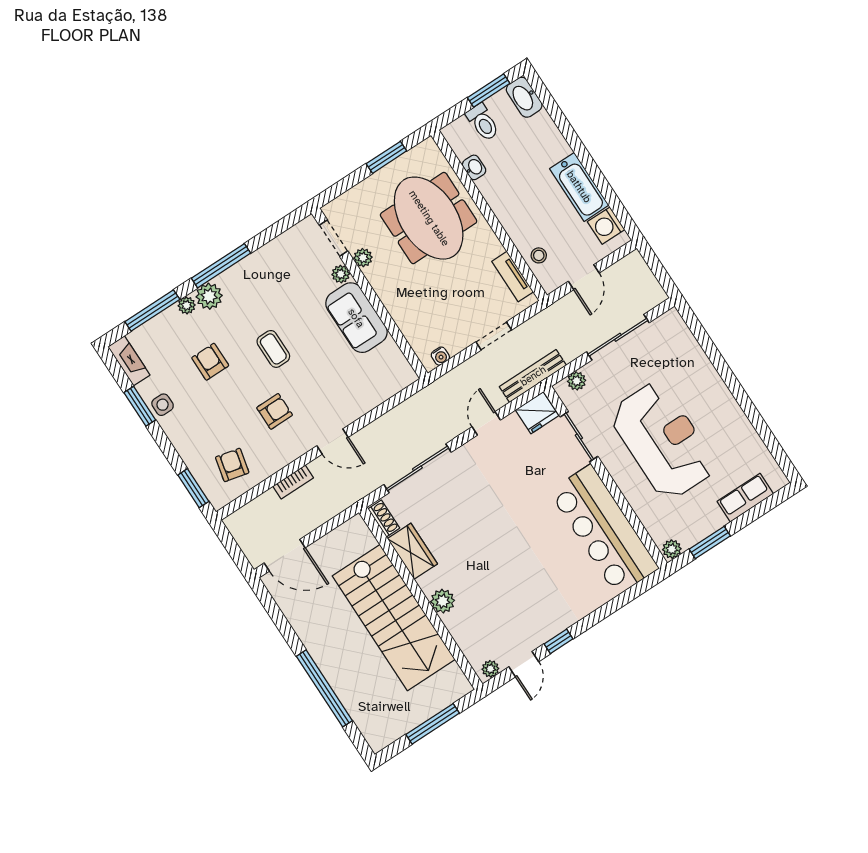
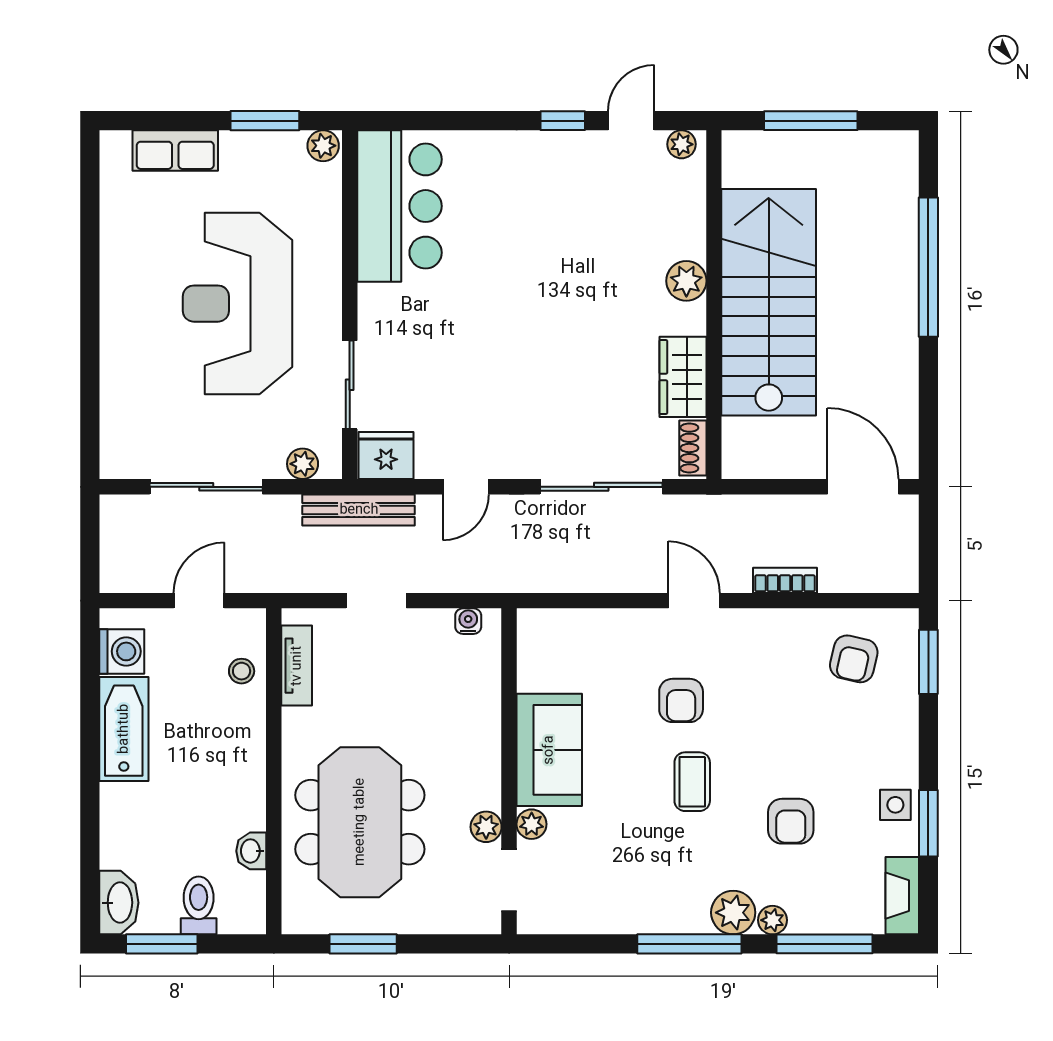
armchair: (275, 411) -> (681, 700), moved, turned -90
bar counter: (604, 530) -> (399, 206), width x0.73

